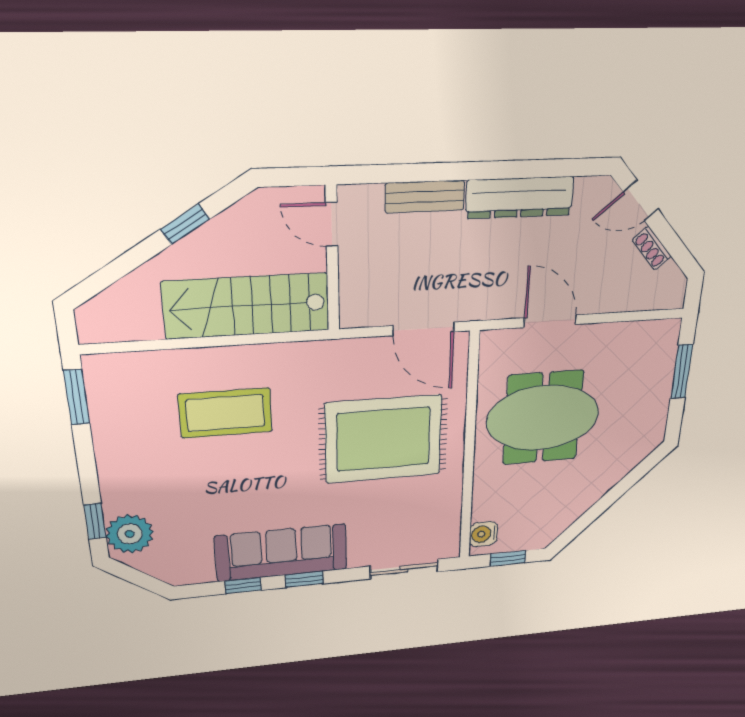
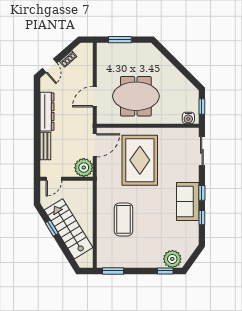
plant: (364, 304) -> (84, 168), added
stairs: (247, 306) -> (69, 229), moved, turned 148
meeting table: (543, 418) -> (136, 96), turned 90
sofa: (282, 553) -> (188, 202), width x0.73

